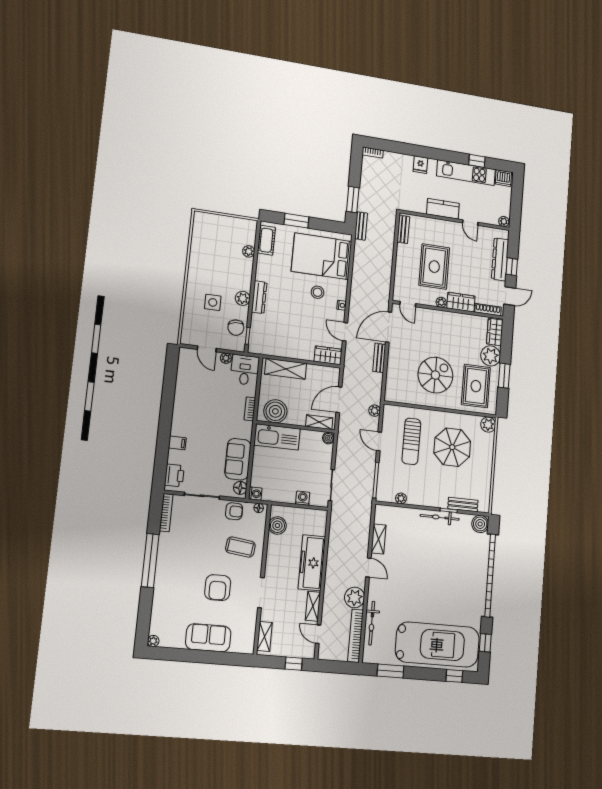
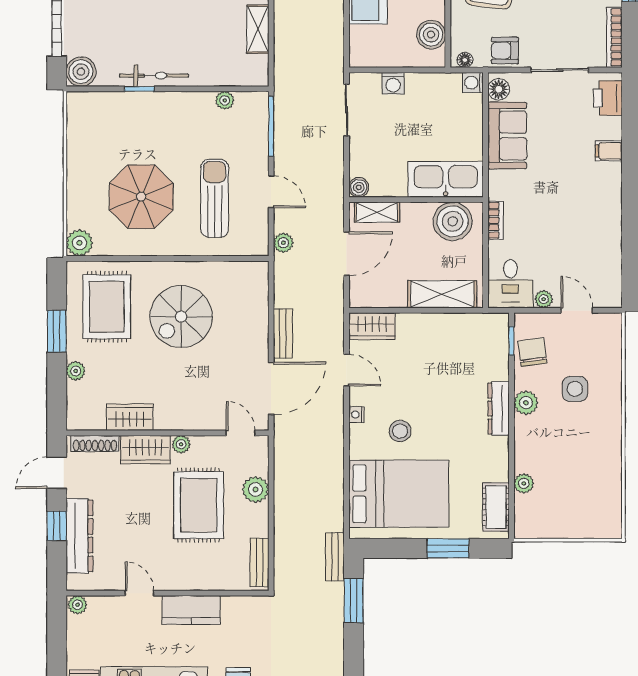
plant: (402, 271) -> (255, 489), added
wardrobe: (495, 332) -> (130, 417), moved, turned -90
plant: (491, 356) -> (76, 371), width x0.53, depth x0.53
bench: (463, 505) -> (114, 101), removed

